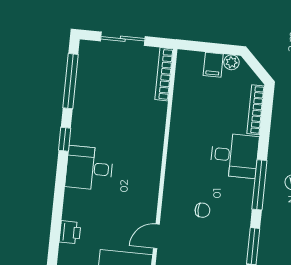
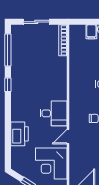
desk: (89, 168) -> (53, 113), moved, turned 180
printer: (70, 232) -> (19, 134), width x1.87, depth x1.48

